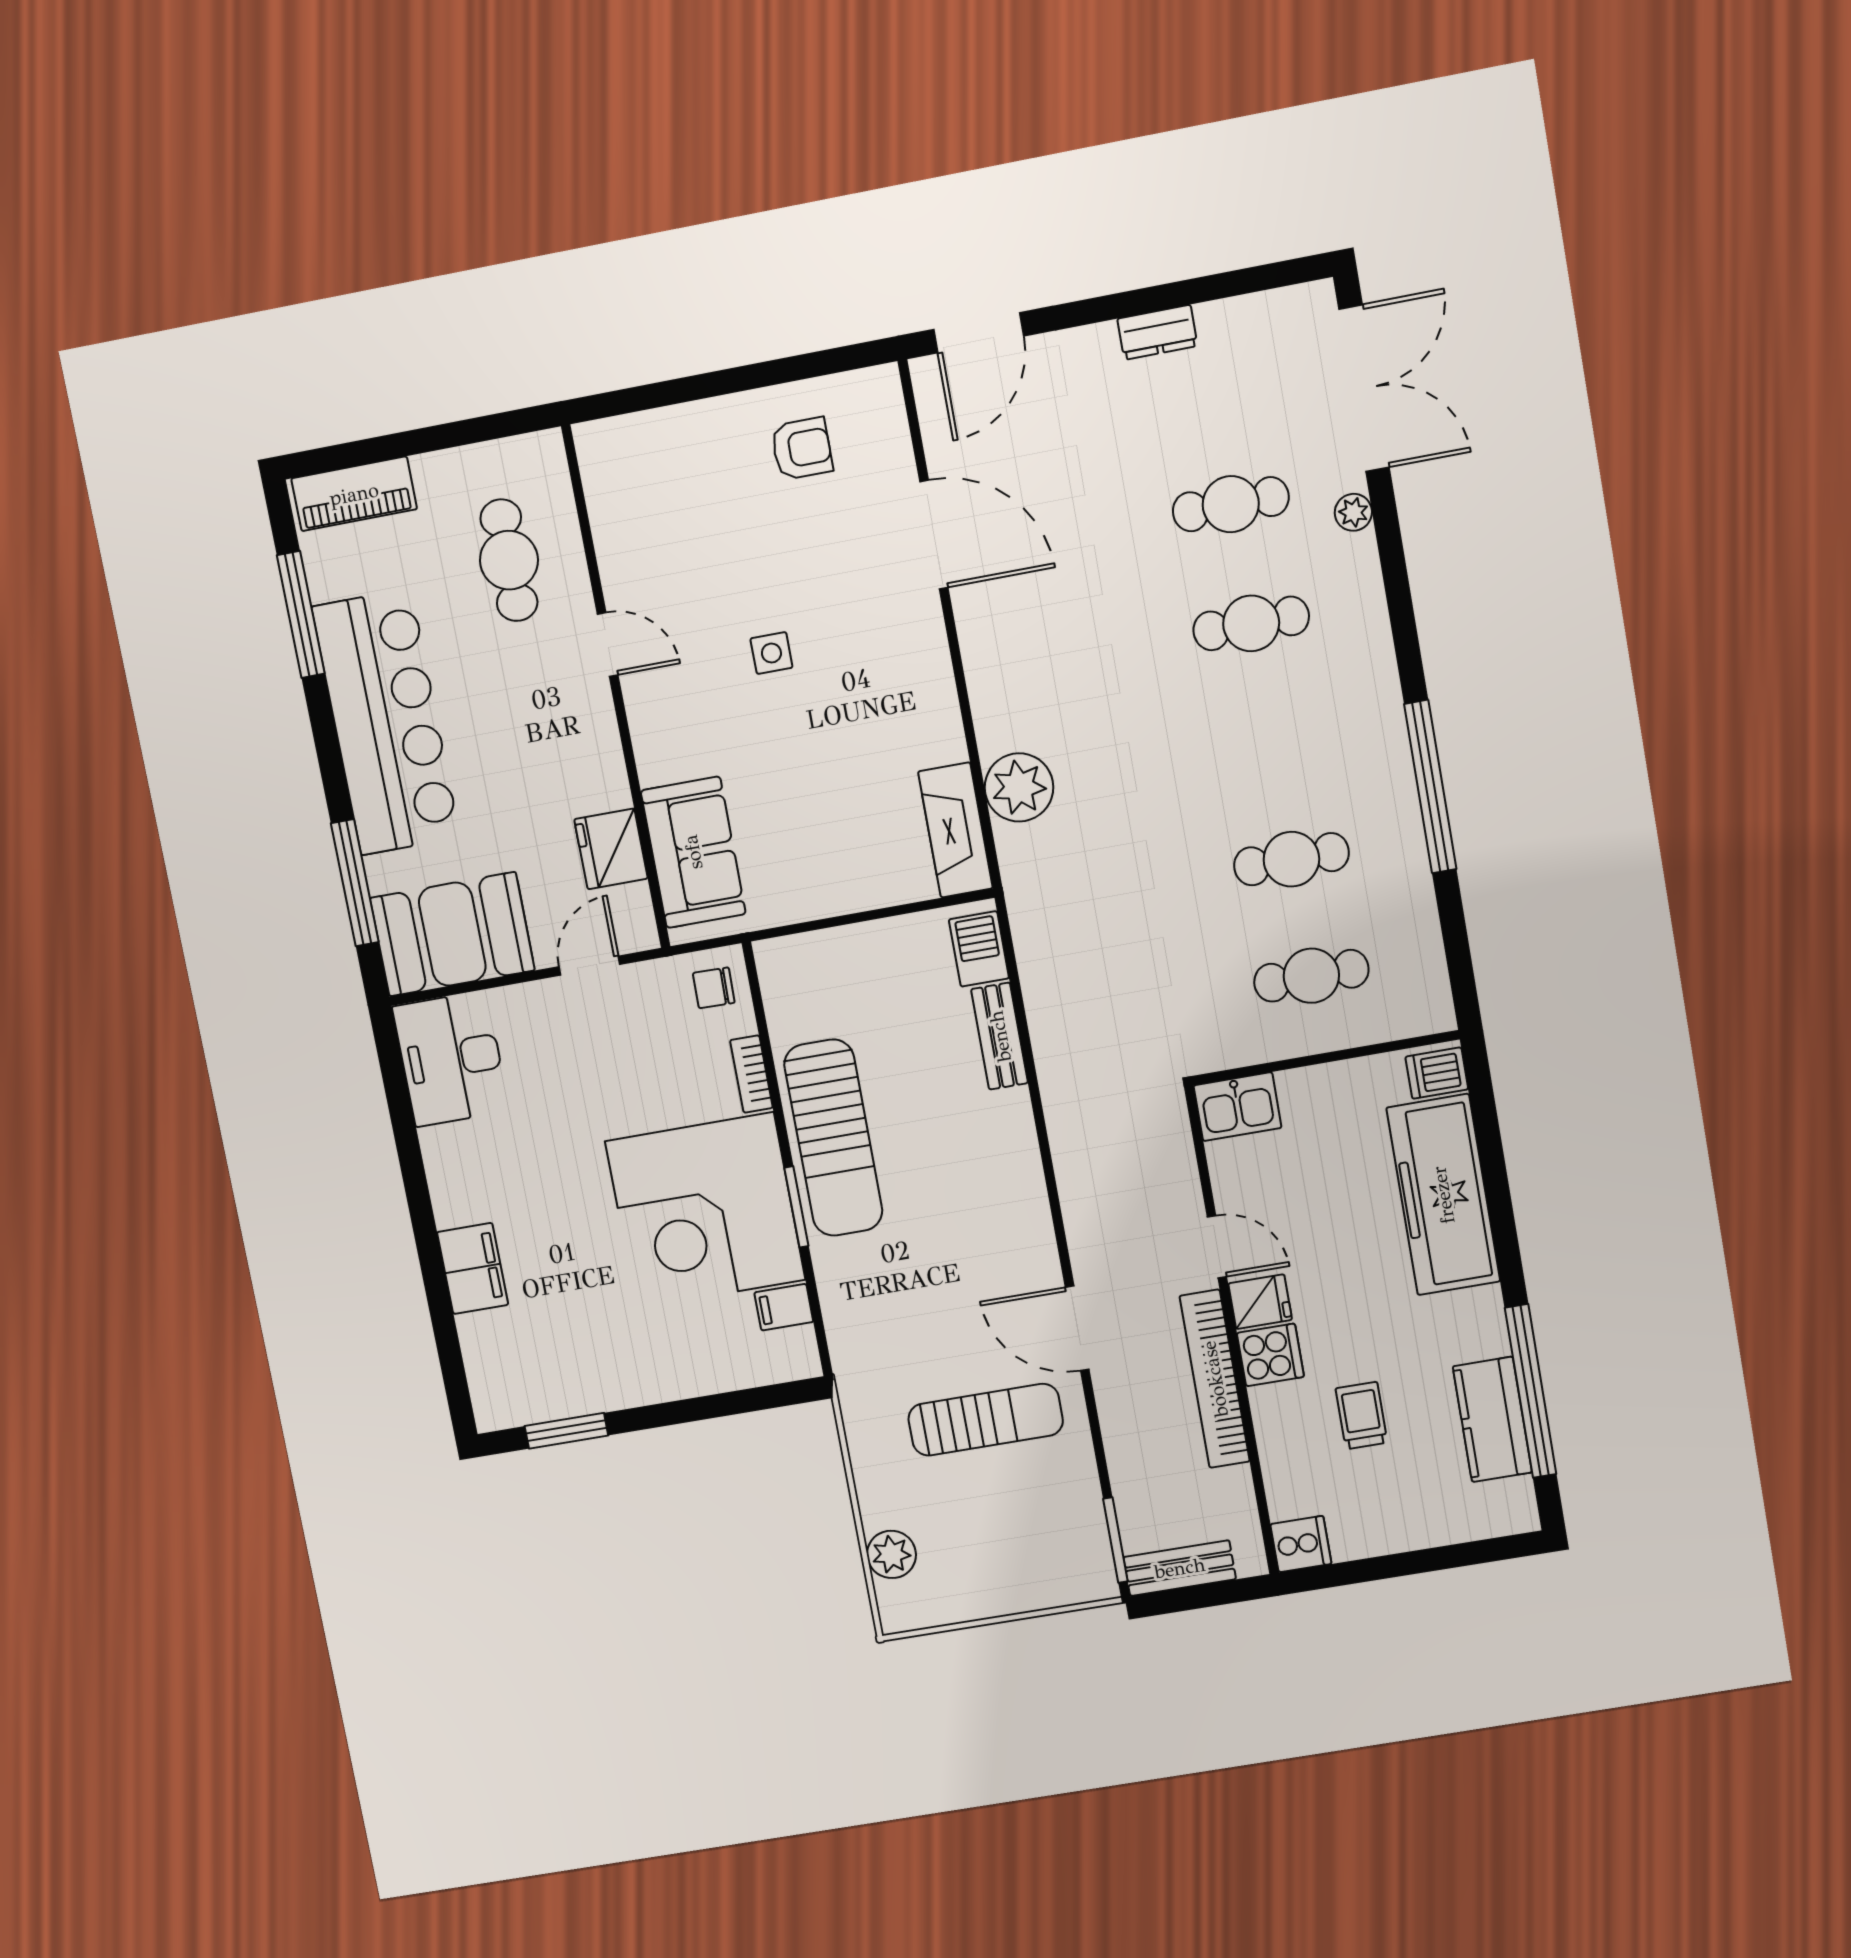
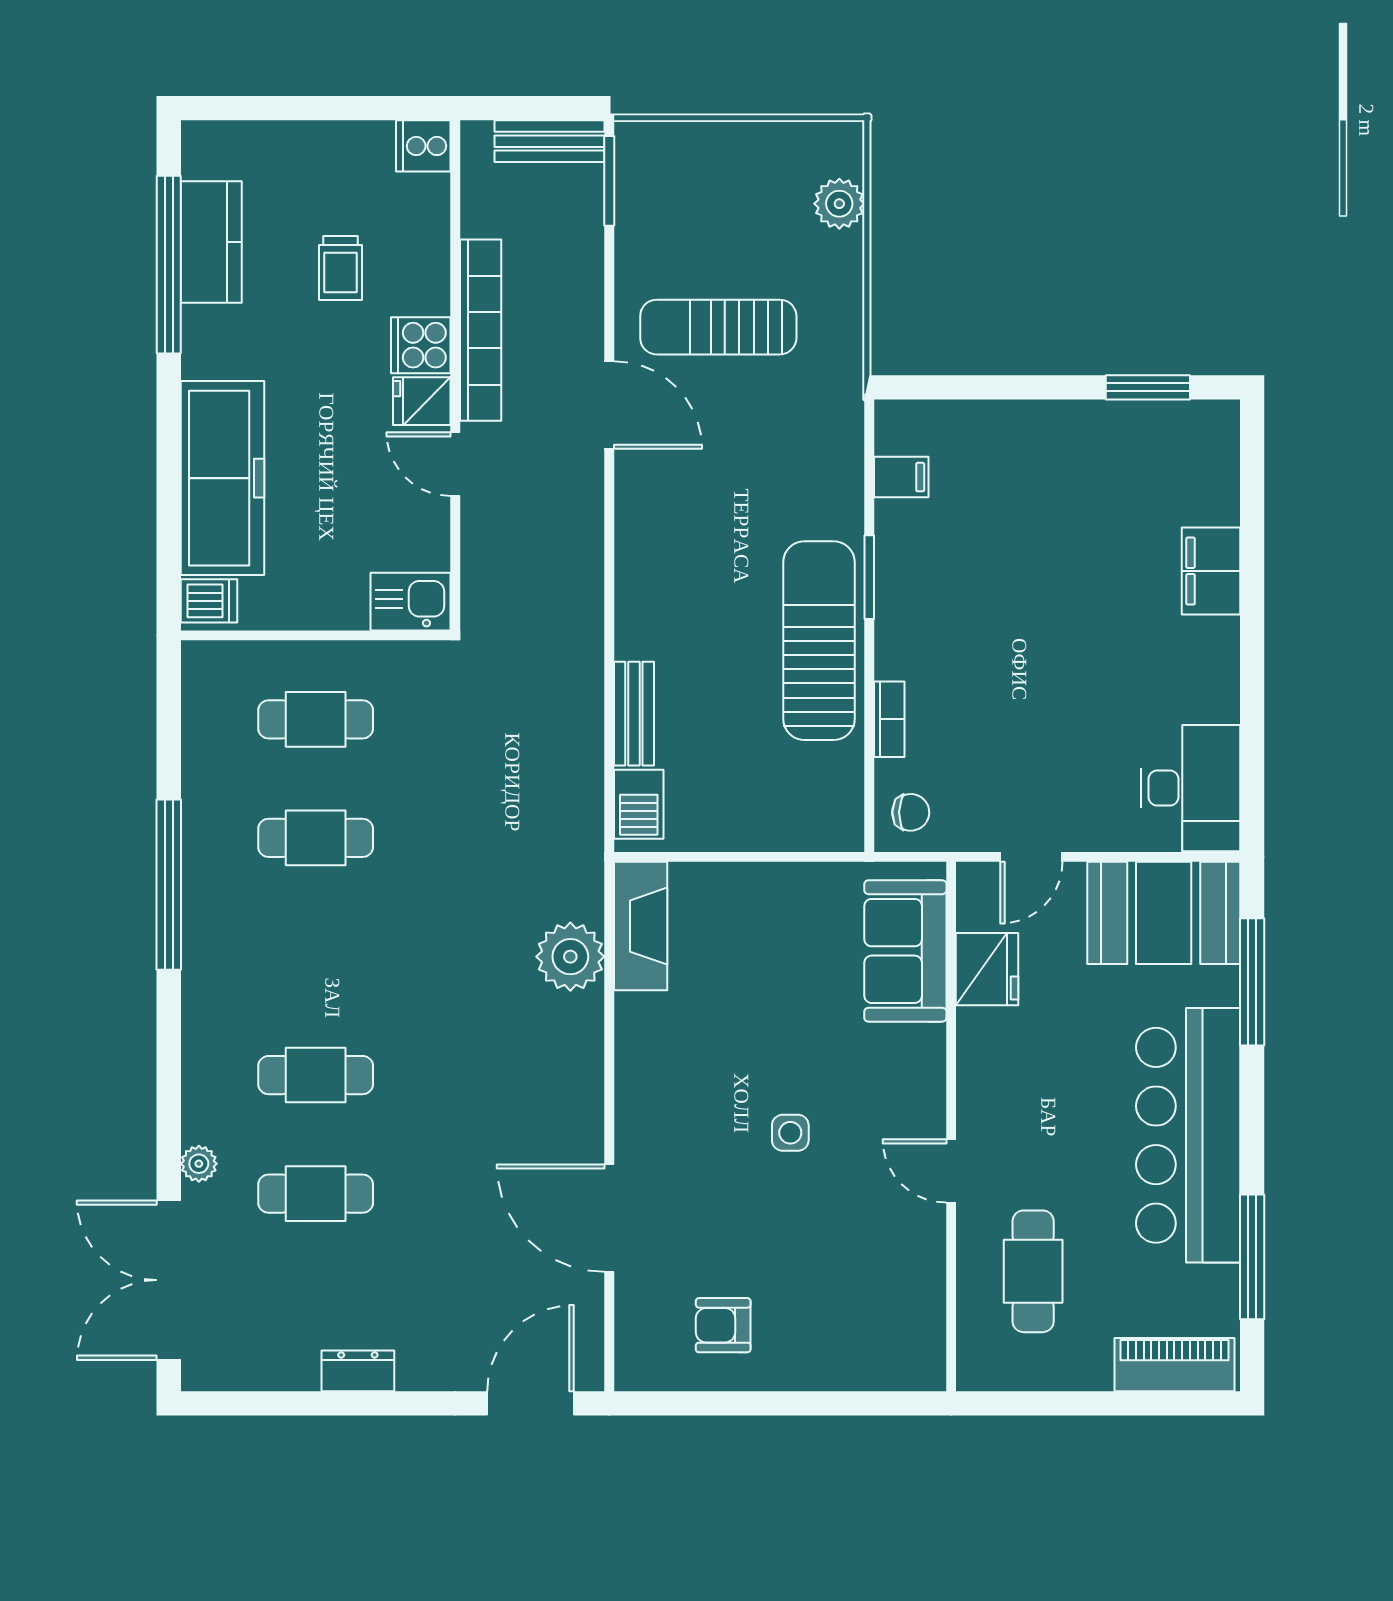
corner desk: (705, 1210) -> (962, 589), removed

